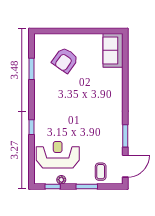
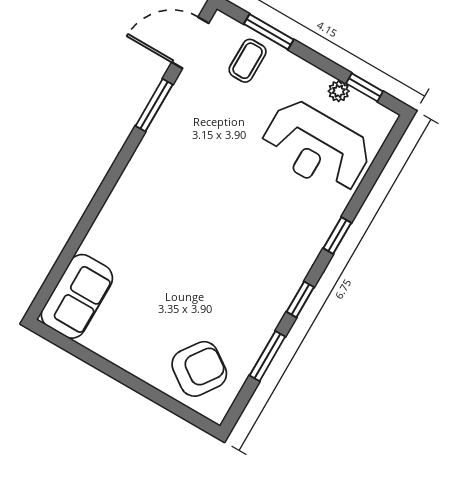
armchair: (65, 60) -> (199, 369), moved
window: (31, 96) -> (300, 299), added
window: (87, 187) -> (269, 32), moved

